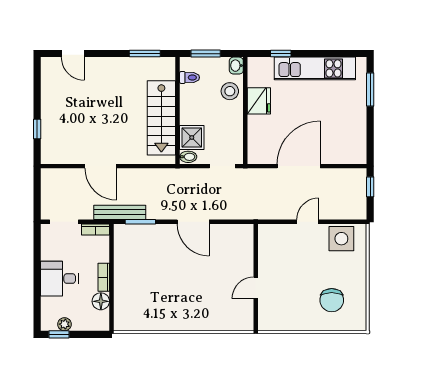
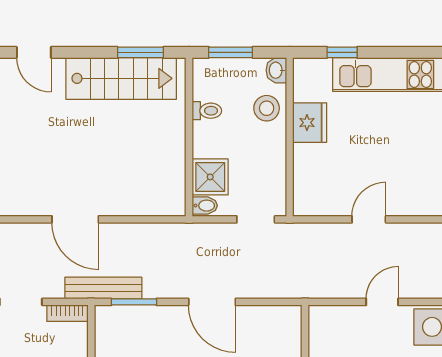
toilet: (190, 77) -> (207, 111), moved
stairs: (161, 118) -> (121, 78), moved, turned -90
door: (299, 166) -> (369, 219), width x0.53

